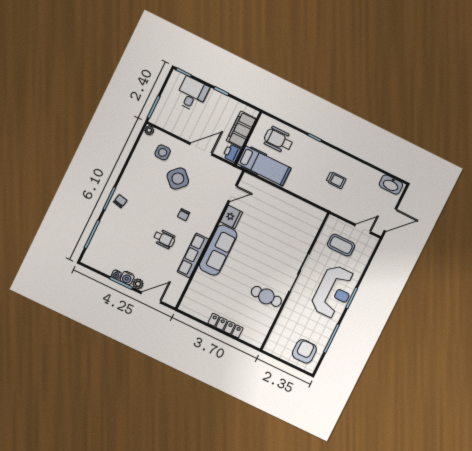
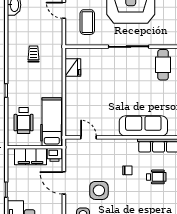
side table: (178, 179) -> (99, 190), turned 45
fridge: (231, 217) -> (73, 67), moved, turned 90
wheelchair: (164, 239) -> (156, 177), turned 90

